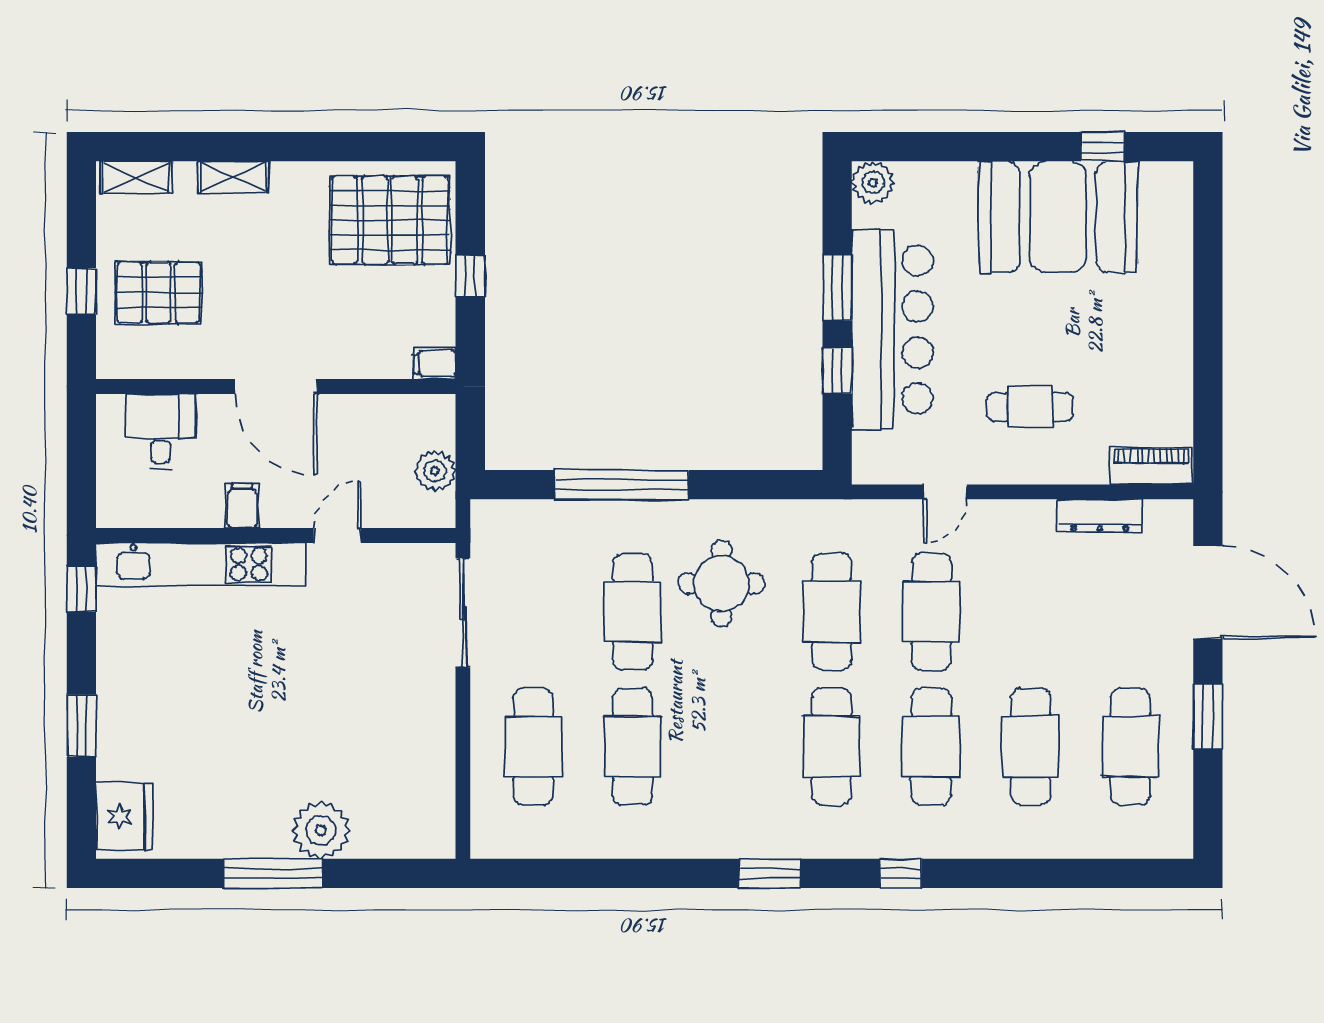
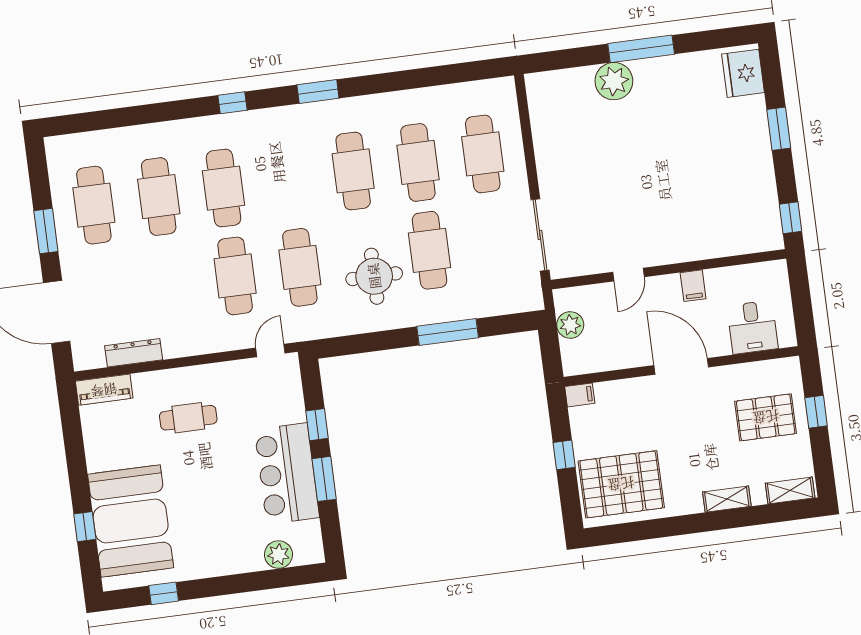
plant: (873, 182) -> (278, 555), moved
booth: (1058, 217) -> (131, 521), moved, turned 90
window: (1208, 263) -> (85, 527), added
bar counter: (892, 330) -> (287, 474), width x0.73
window: (622, 485) -> (448, 332), width x0.68
door: (945, 492) -> (270, 351), moved
kitchen unit: (201, 564) -> (715, 244), removed
cafe table: (832, 746) -> (353, 171), moved

